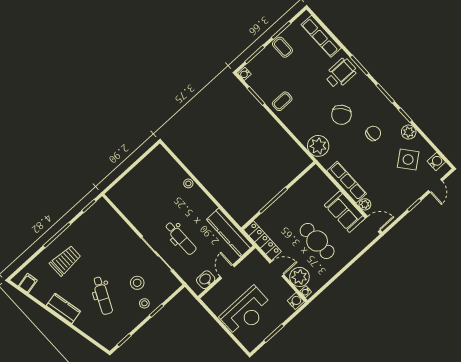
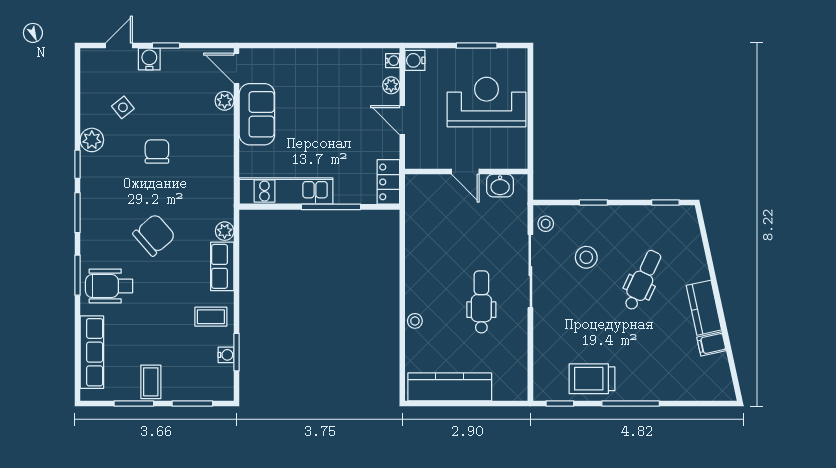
water cooler: (245, 74) -> (226, 355), moved
chair: (373, 133) -> (157, 151), moved, turned 90
plant: (318, 146) -> (225, 231), width x0.53, depth x0.53
side table: (408, 160) -> (123, 107), width x0.54, depth x0.54
water cooler: (436, 162) -> (149, 59), moved, turned 90
row of seats: (347, 182) -> (222, 266), moved, width x0.68
kitchen unit: (300, 189) -> (286, 191), added
kitchen counter: (230, 232) -> (450, 387), moved, turned -90
dental chair: (181, 238) -> (481, 302), moved
locker: (262, 241) -> (388, 182), width x0.66
cafe table: (317, 241) -> (323, 109), removed
trolley: (65, 261) -> (592, 379), moved
door: (227, 272) -> (465, 172), hinge flipped
plant: (299, 277) -> (391, 85), width x0.53, depth x0.53
filing cabinet: (28, 283) -> (711, 344), moved
stool: (144, 303) -> (546, 224), moved

